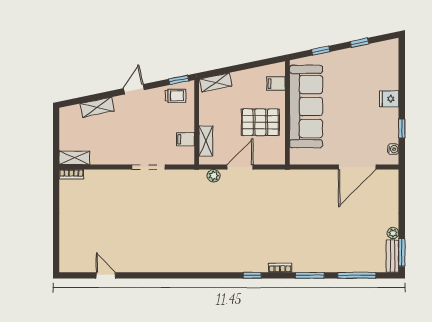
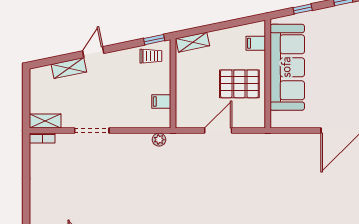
door: (134, 89) -> (93, 52), moved
shelving: (206, 141) -> (183, 103), removed
doorway: (149, 167) -> (92, 131), moved
plant: (214, 176) -> (159, 140), moved

